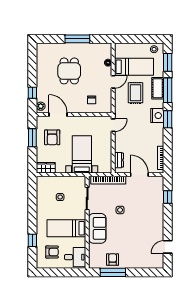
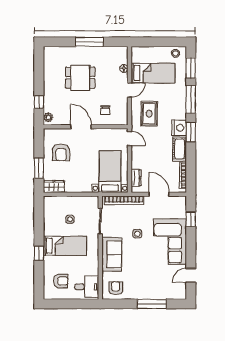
dining table: (69, 71) -> (80, 78), turned 90
cot: (158, 88) -> (180, 149), moved
rug: (136, 93) -> (149, 114), moved
door: (58, 115) -> (81, 127), moved
door: (113, 125) -> (129, 139), hinge flipped
window: (32, 138) -> (39, 168), moved
bed with nightstands: (82, 154) -> (110, 171), moved
corner sofa: (149, 217) -> (170, 242), added
bed: (66, 228) -> (65, 246), moved, turned 180
window: (32, 240) -> (39, 253), moved
armchair: (113, 260) -> (116, 288), moved
window: (113, 272) -> (152, 304), moved

